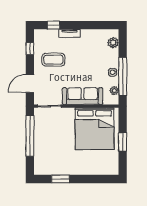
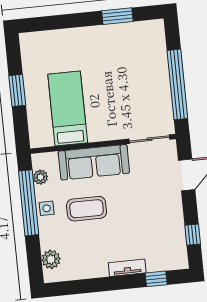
coffee table: (53, 60) -> (87, 209), moved
bed: (95, 129) -> (68, 108), width x0.49

